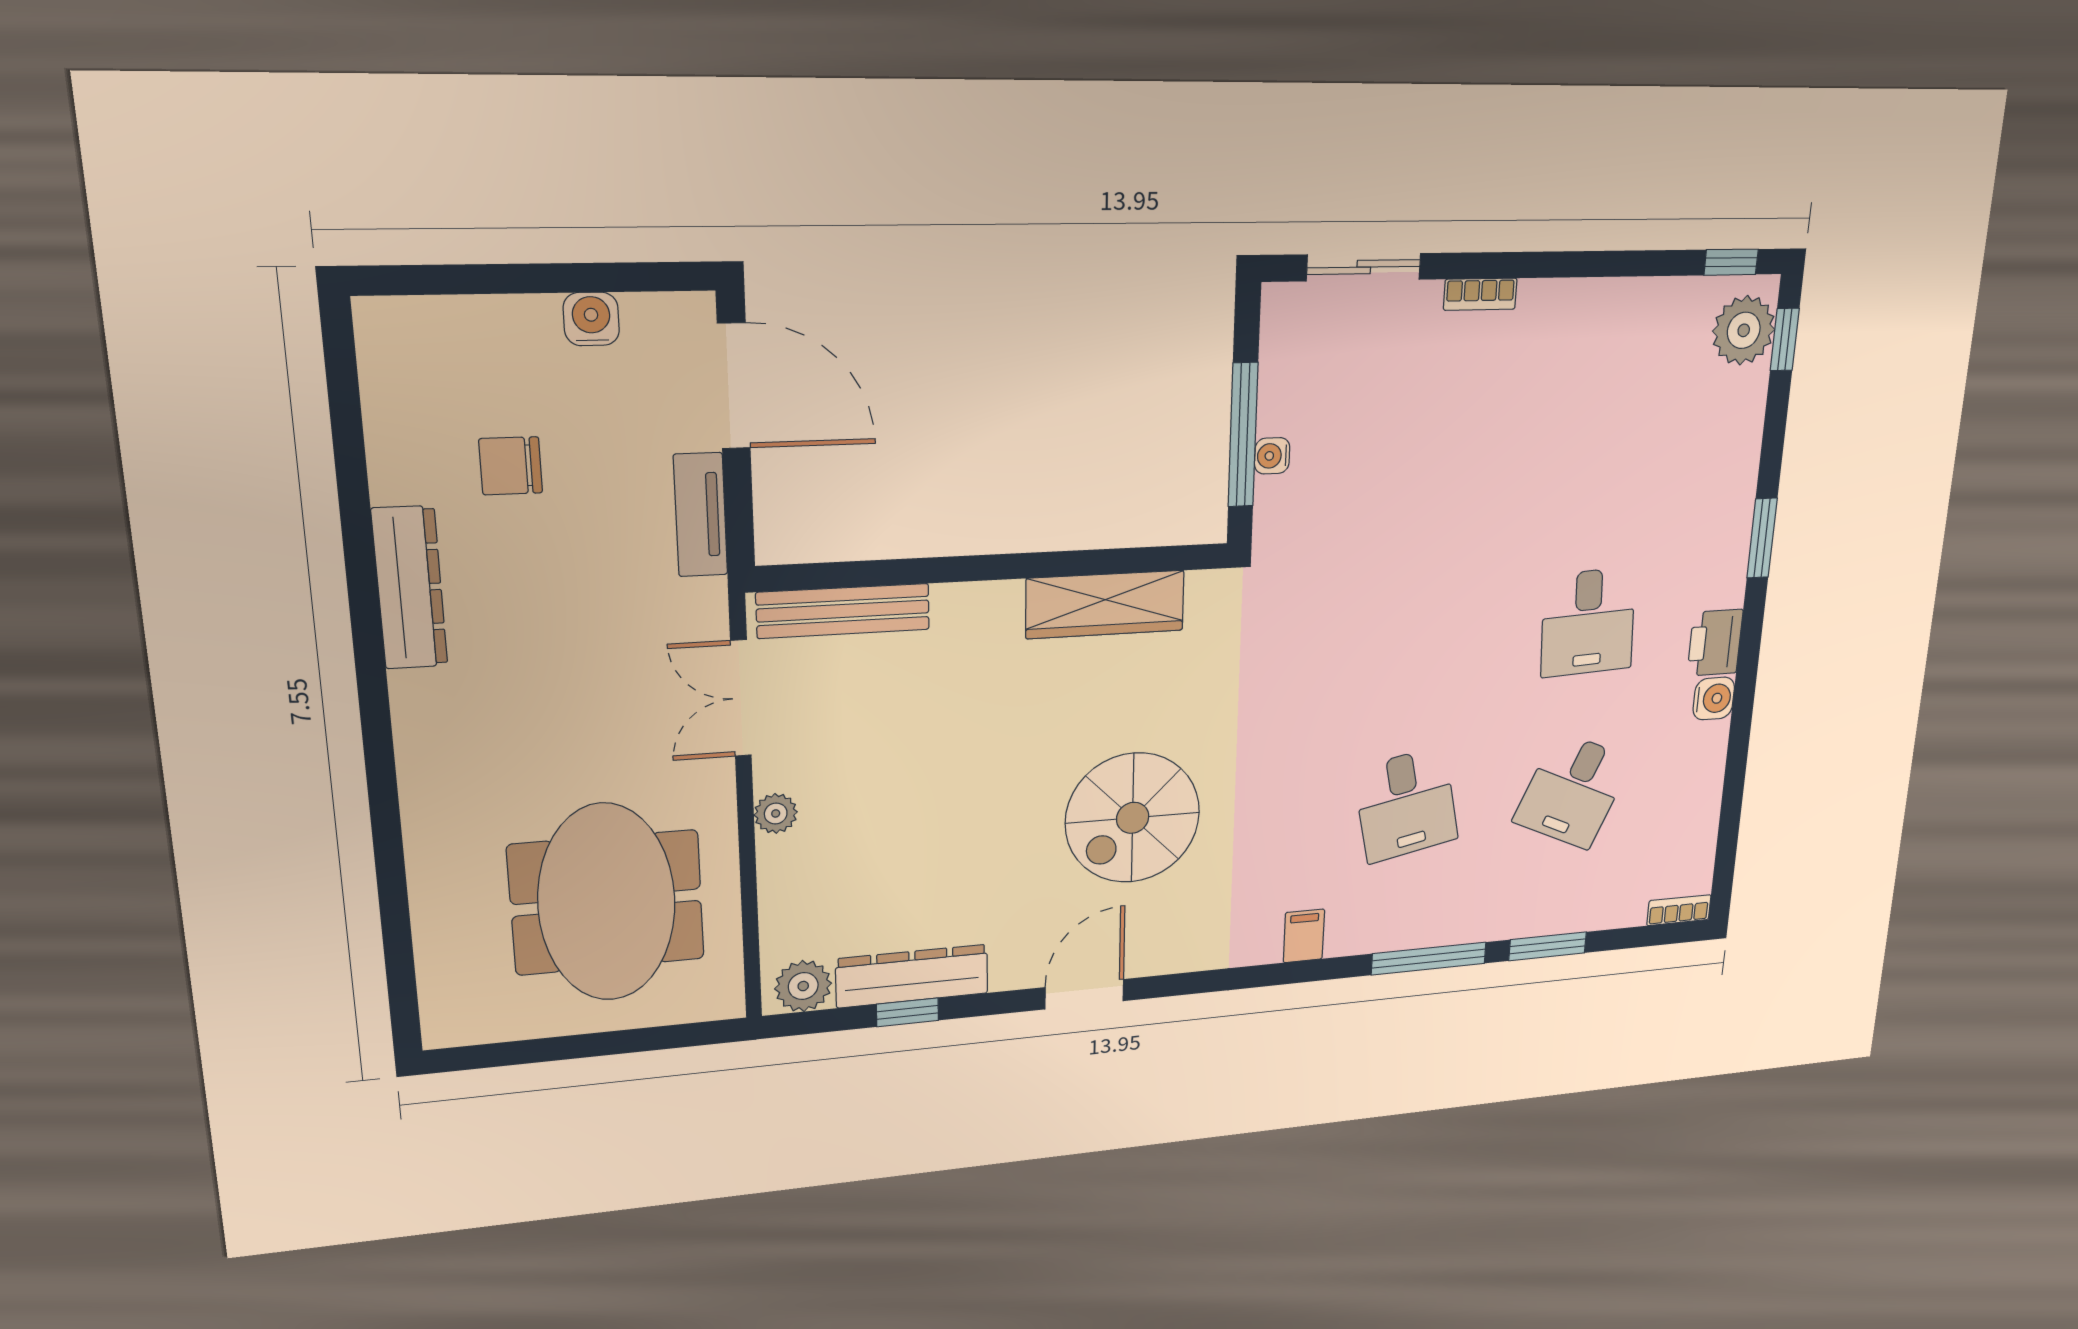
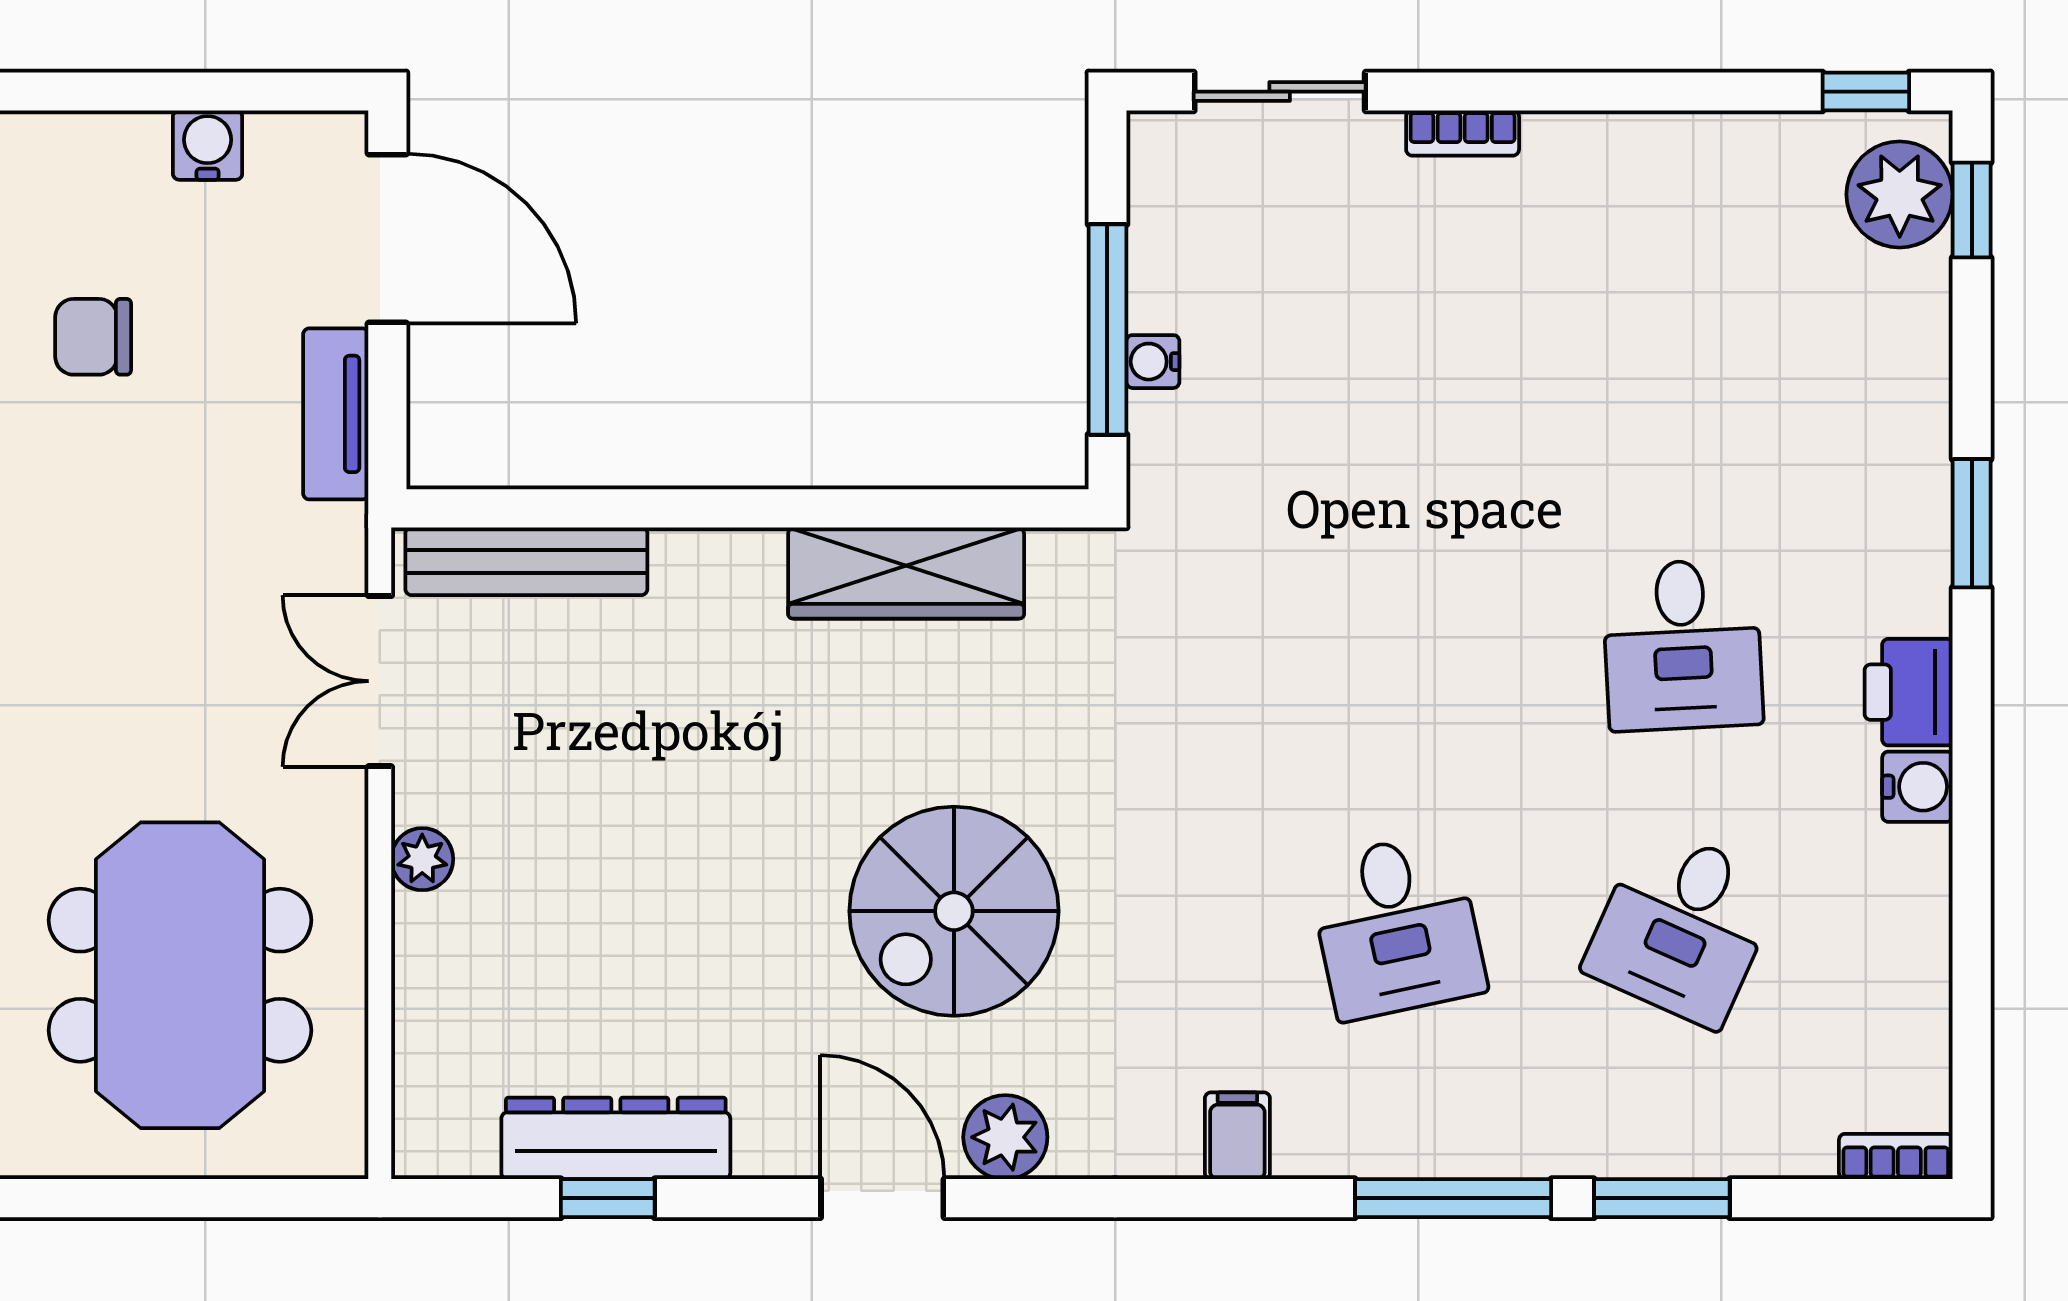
plant: (803, 986) -> (1005, 1137), moved
door: (1084, 994) -> (882, 1198), hinge flipped

